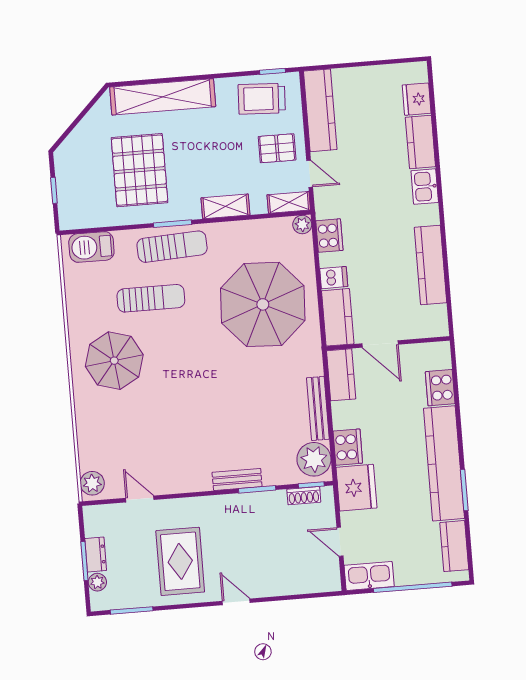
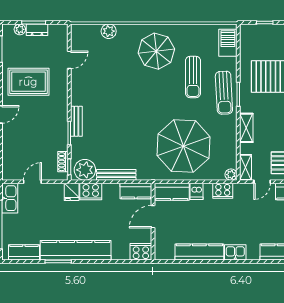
kitchen sink: (425, 187) -> (235, 252), moved
cooker: (440, 388) -> (141, 252), moved
plant: (92, 483) -> (109, 31), moved
fridge: (356, 488) -> (72, 192), width x0.53, depth x0.75

